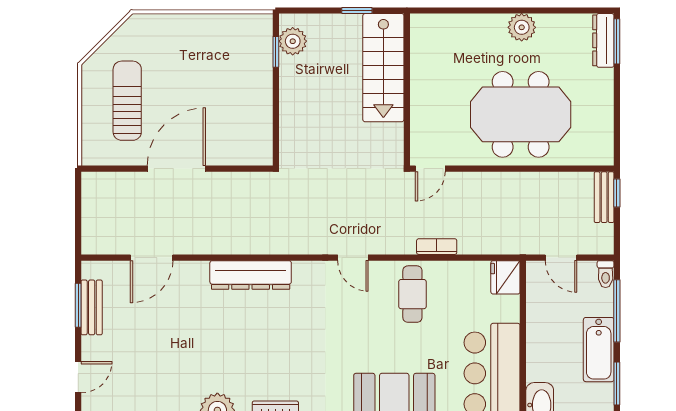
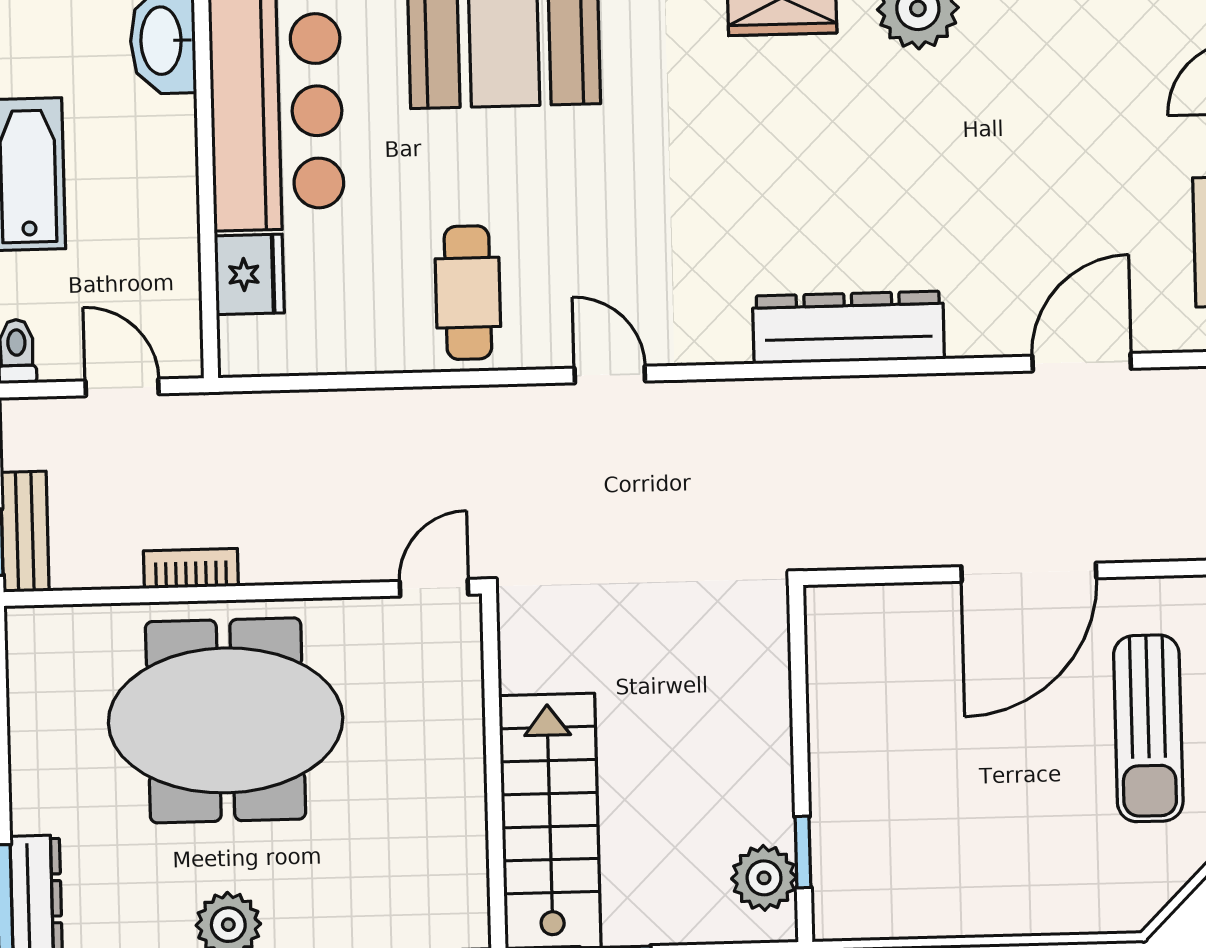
bookcase: (437, 247) -> (191, 568), moved, turned 180
fridge: (505, 277) -> (249, 274), moved

